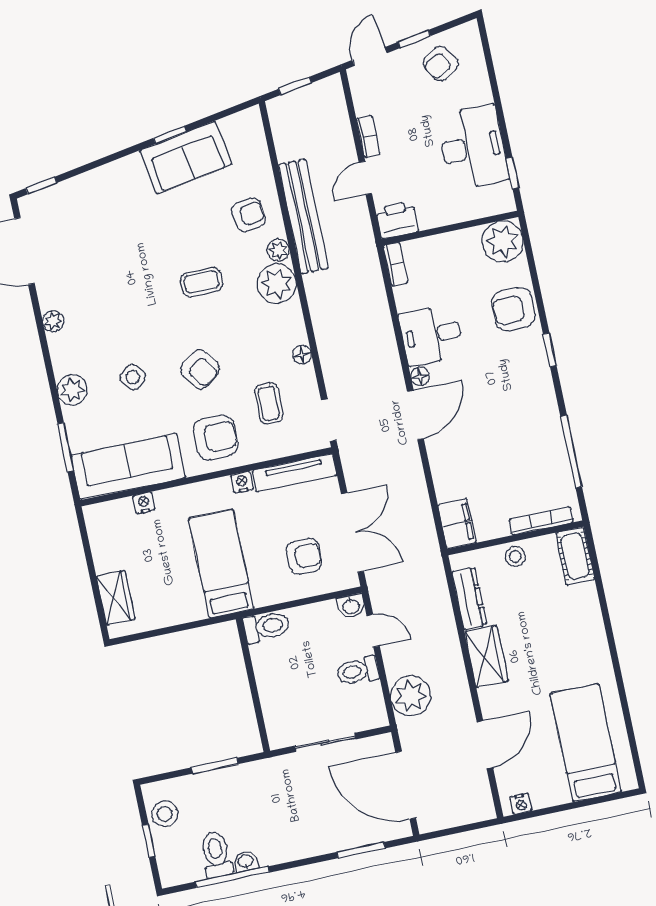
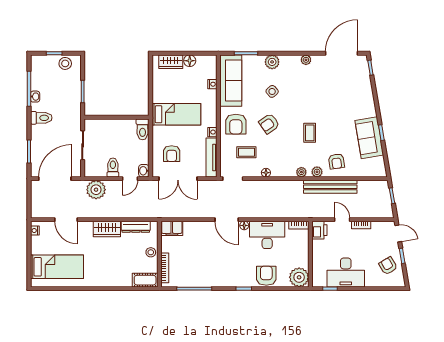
plant: (277, 284) -> (301, 172), width x0.53, depth x0.53
desk: (431, 335) -> (267, 235), width x1.37
floor lamp: (105, 559) -> (190, 61), added
toilet: (216, 854) -> (41, 118), moved

